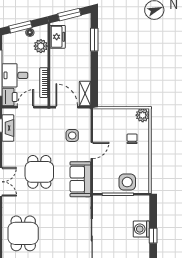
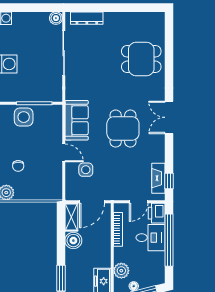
boiler: (83, 73) -> (73, 241), added
door: (67, 107) -> (92, 202), hinge flipped
door: (92, 150) -> (64, 153), swing flipped
dining table: (23, 233) -> (141, 59), turned 90

